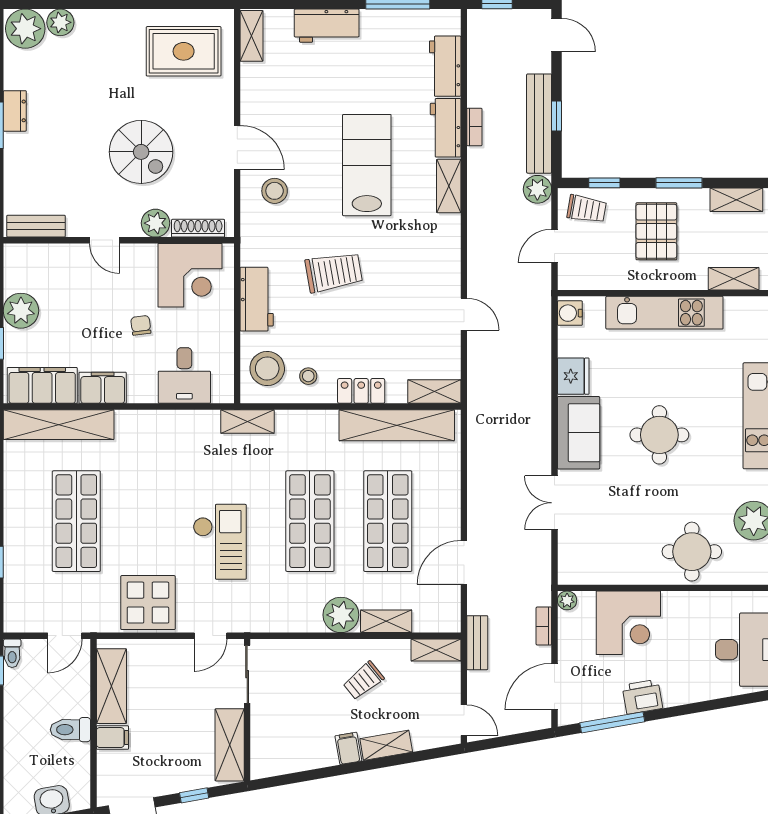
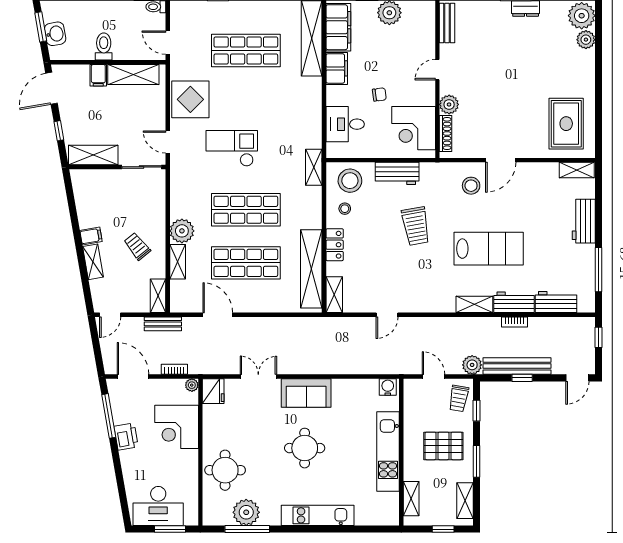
spiral stairs: (141, 152) -> (498, 95), removed
fridge: (573, 376) -> (213, 391), moved, turned -90
checkout: (220, 542) -> (232, 148), turned 180

